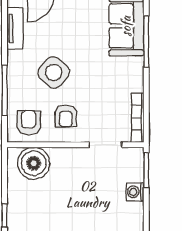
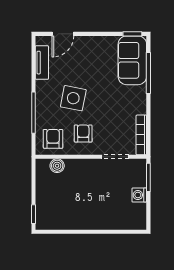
side table: (54, 72) -> (73, 98), turned -30
armchair: (66, 116) -> (83, 134), turned 180
boiler: (34, 163) -> (57, 166), width x0.54, depth x0.54

